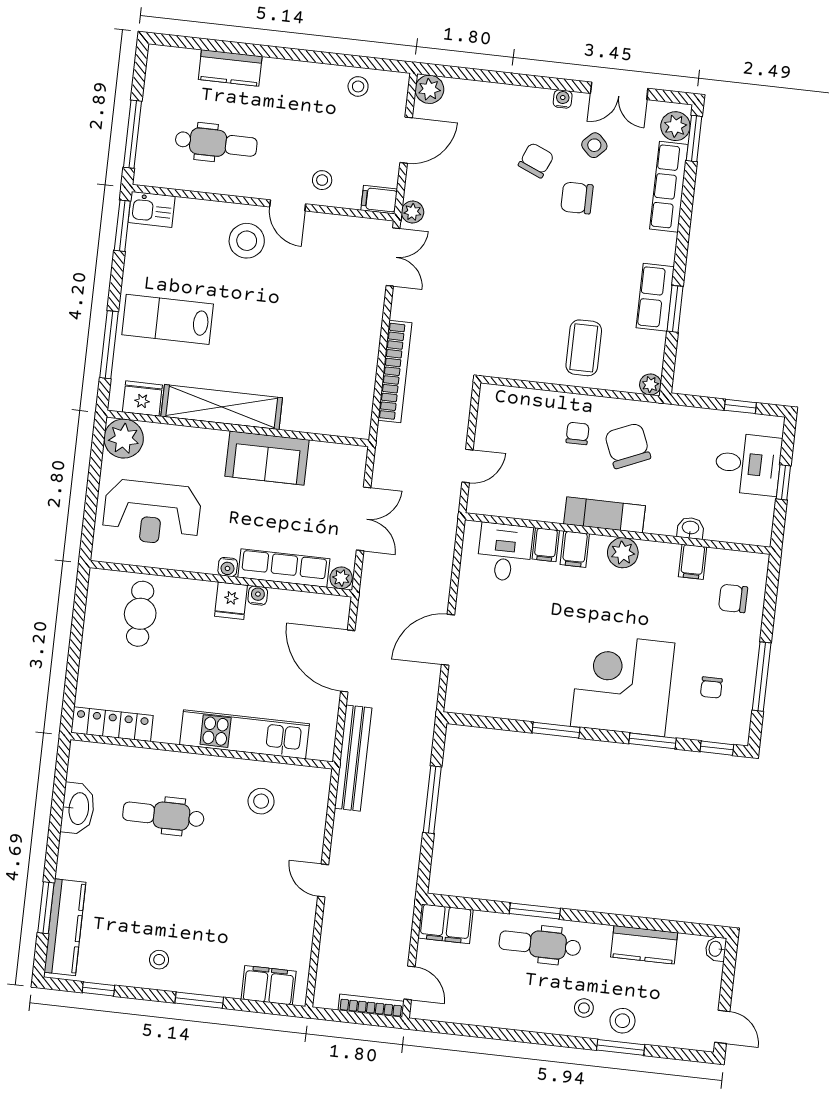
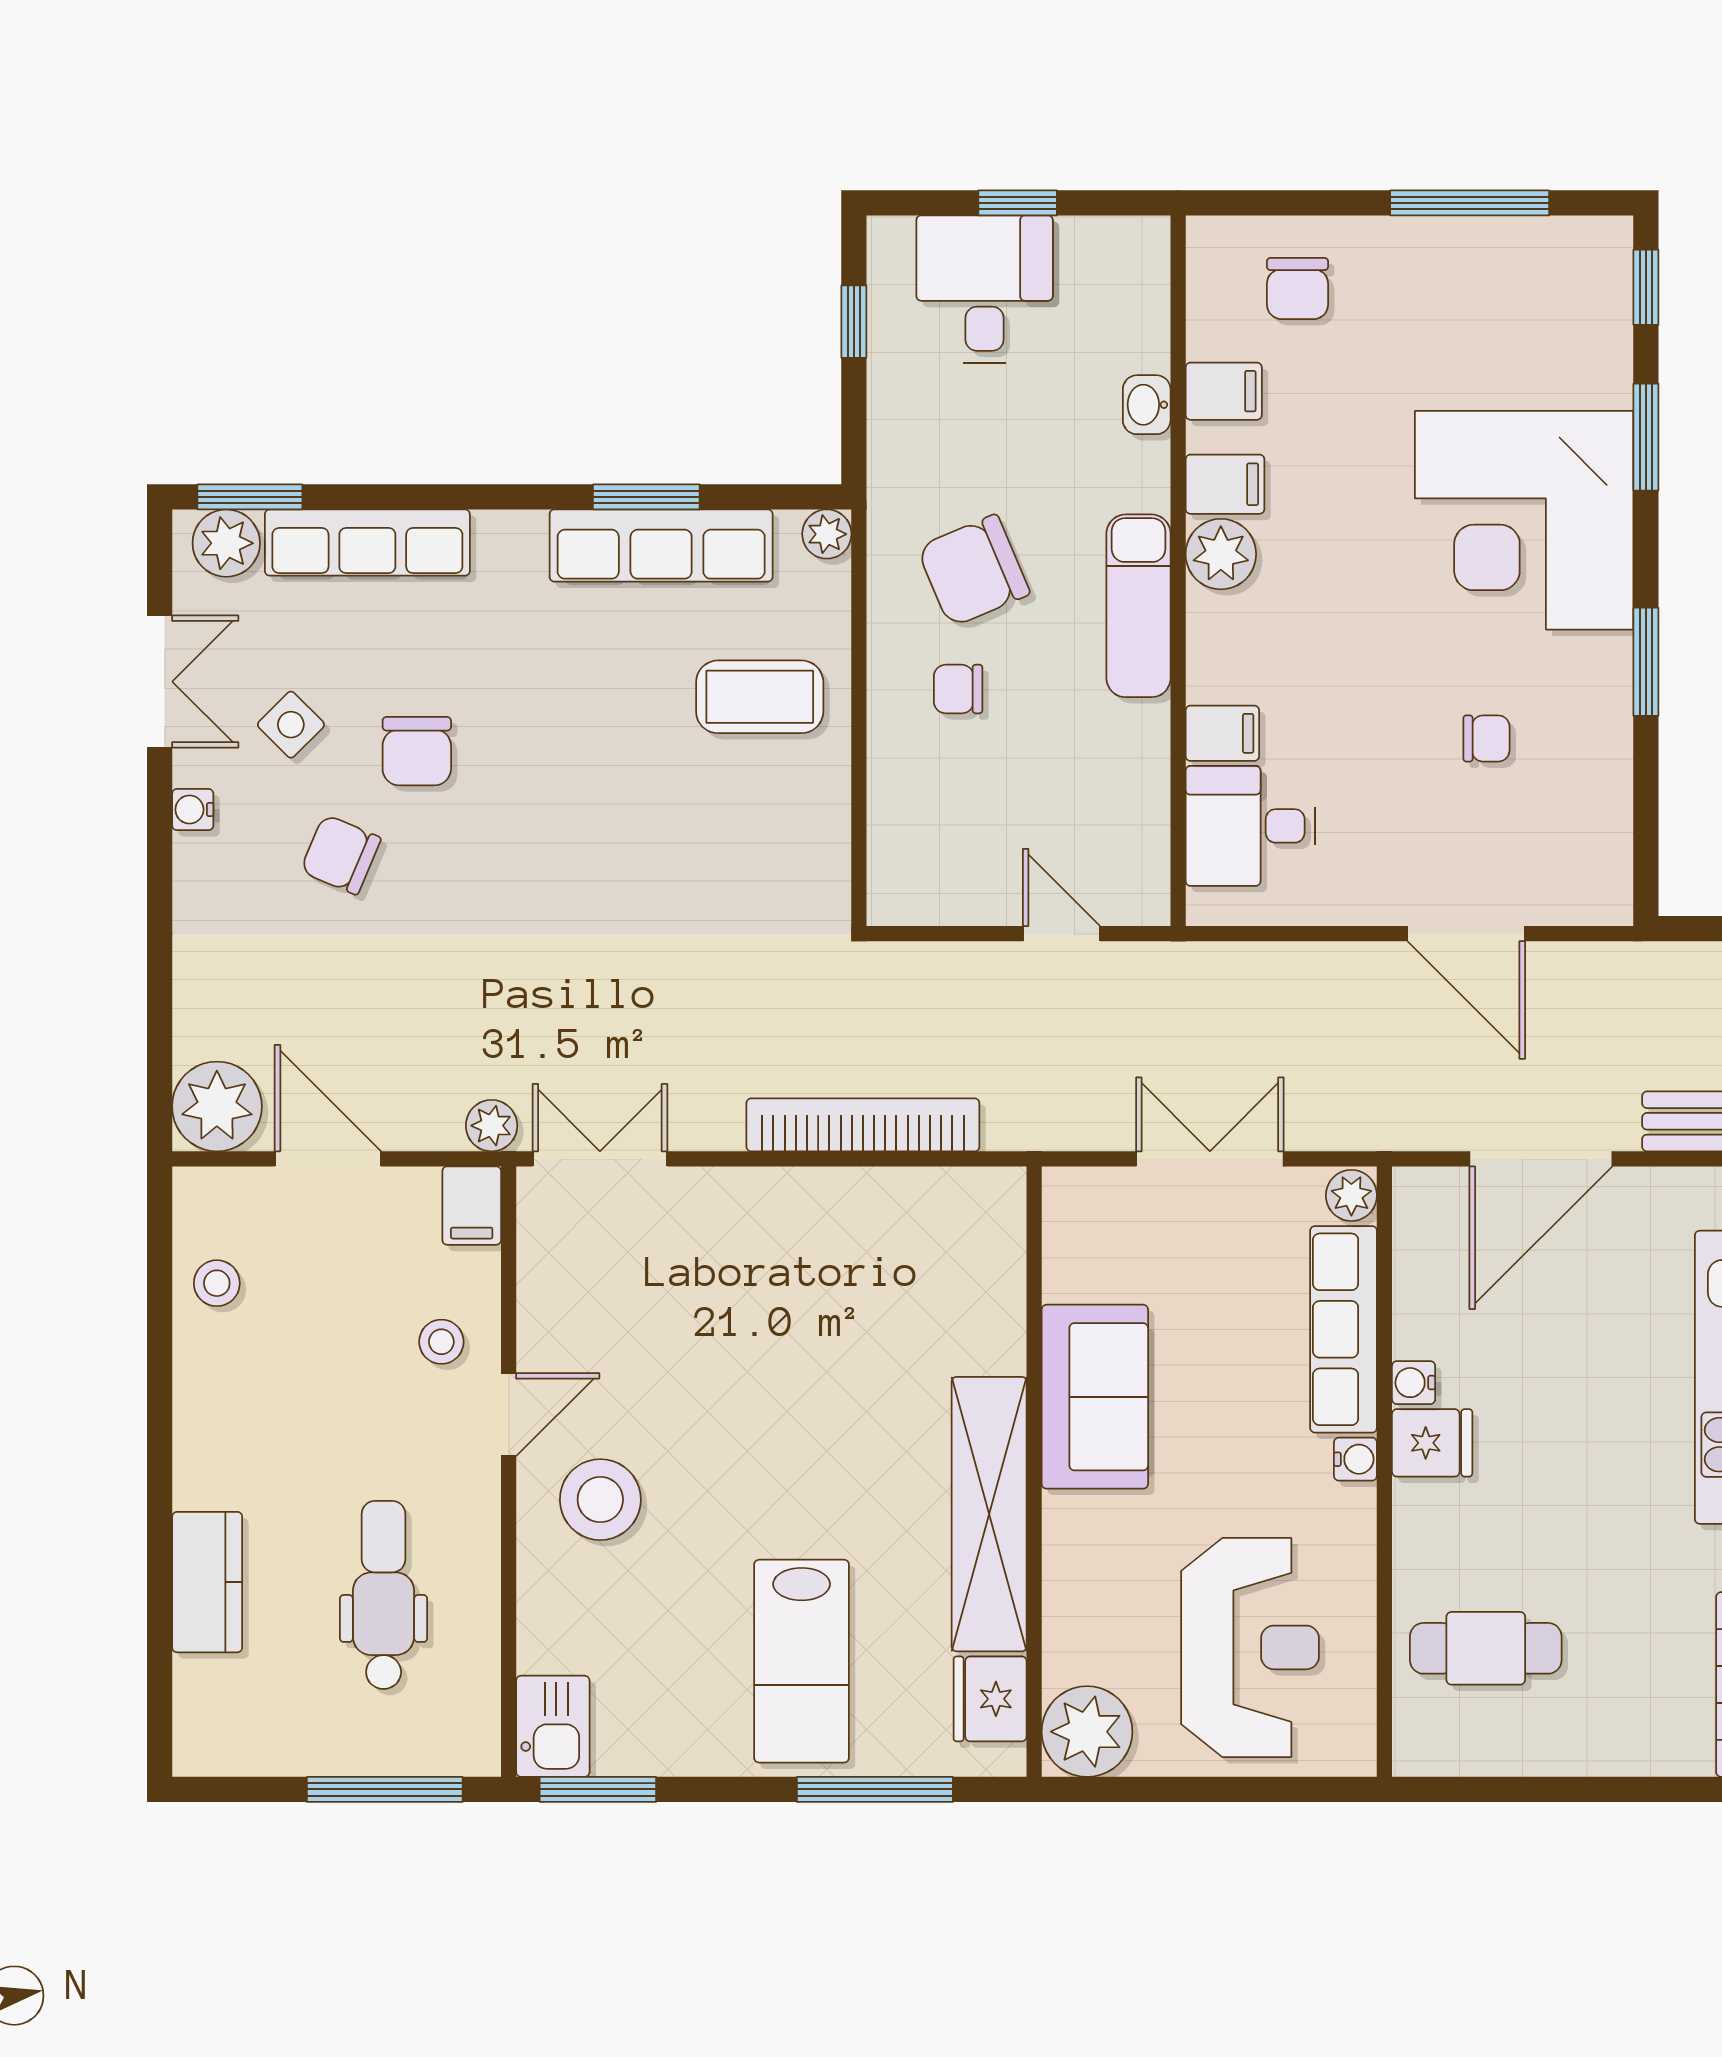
plant: (429, 89) -> (217, 1106), width x1.36, depth x1.36
row of seats: (655, 297) -> (661, 546), width x1.48
filing cabinet: (575, 549) -> (1225, 484), moved
chair: (711, 687) -> (1486, 738), moved

